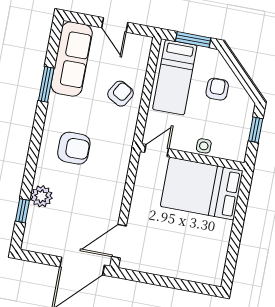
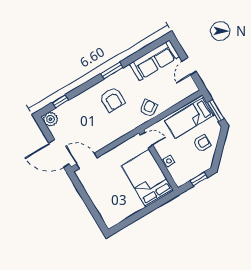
window: (46, 84) -> (112, 71), moved
armchair: (121, 94) -> (149, 108), moved, turned -64
plant: (41, 196) -> (50, 119), moved

